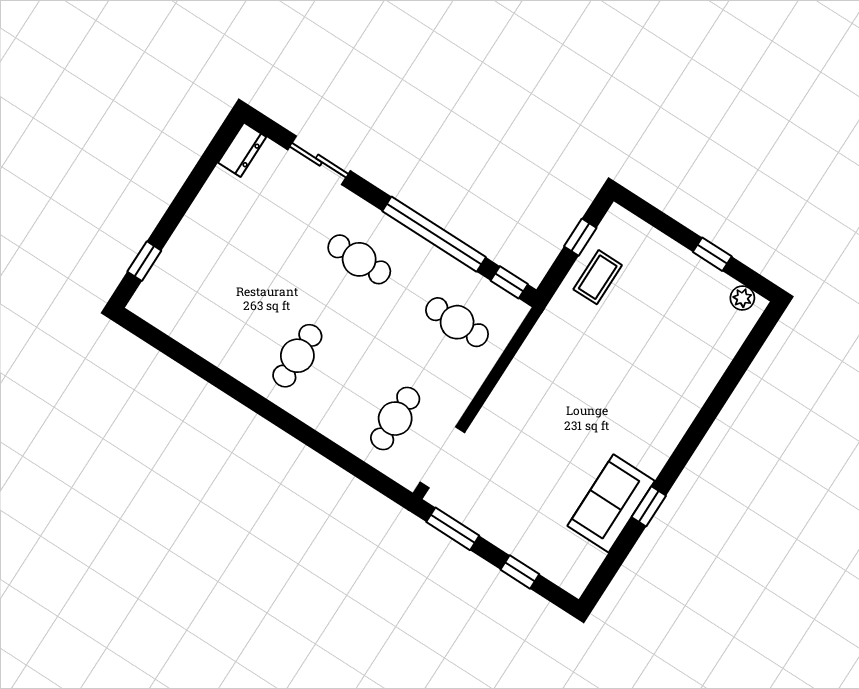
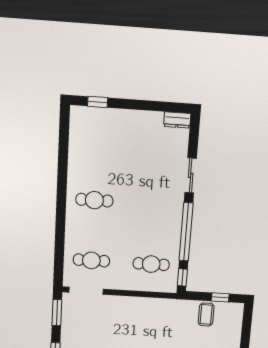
sliding door: (319, 160) -> (191, 175), moved
cafe table: (359, 259) -> (155, 204), removed
coffee table: (598, 277) -> (206, 314), turned 90
cafe table: (457, 322) -> (151, 264), turned 90

